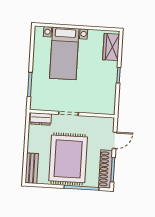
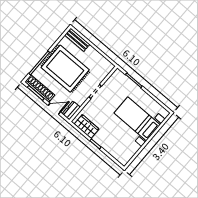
wardrobe: (111, 47) -> (87, 126), moved
dresser: (41, 119) -> (71, 110), moved
door: (115, 140) -> (54, 109), swing flipped

